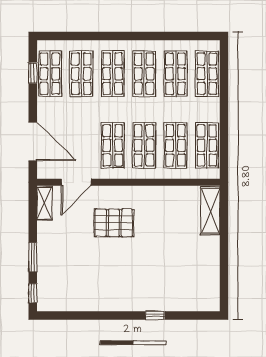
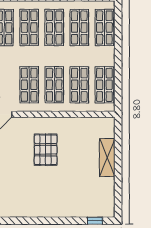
shelving: (210, 211) -> (107, 158), moved
pallet: (114, 223) -> (46, 150), moved, turned 90
window: (155, 315) -> (95, 221), moved

